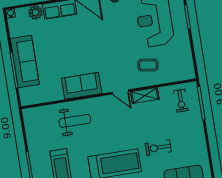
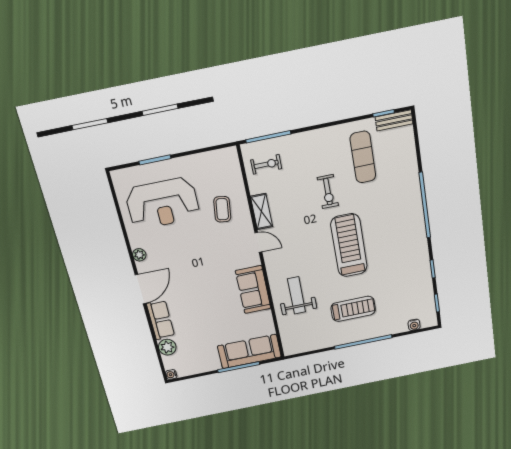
sofa: (25, 61) -> (249, 351), moved
door: (120, 92) -> (258, 242), hinge flipped

